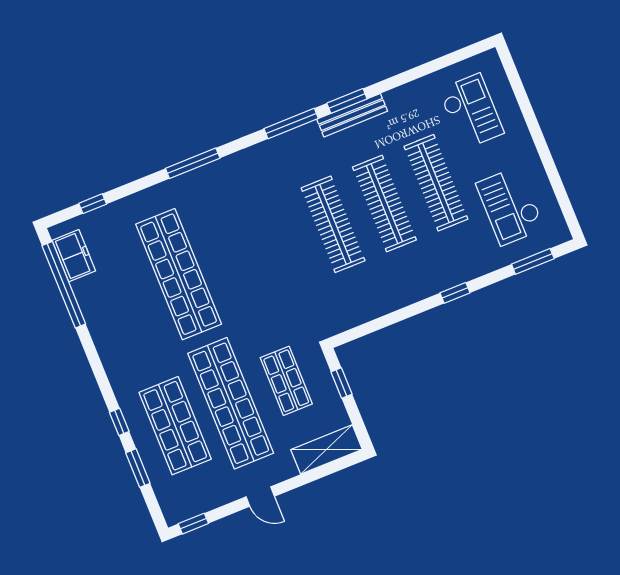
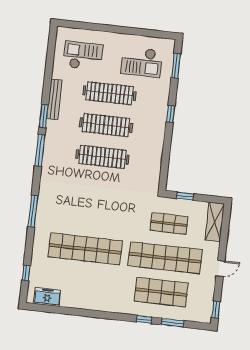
bench: (352, 115) -> (54, 99), moved
window: (64, 285) -> (59, 310), removed

